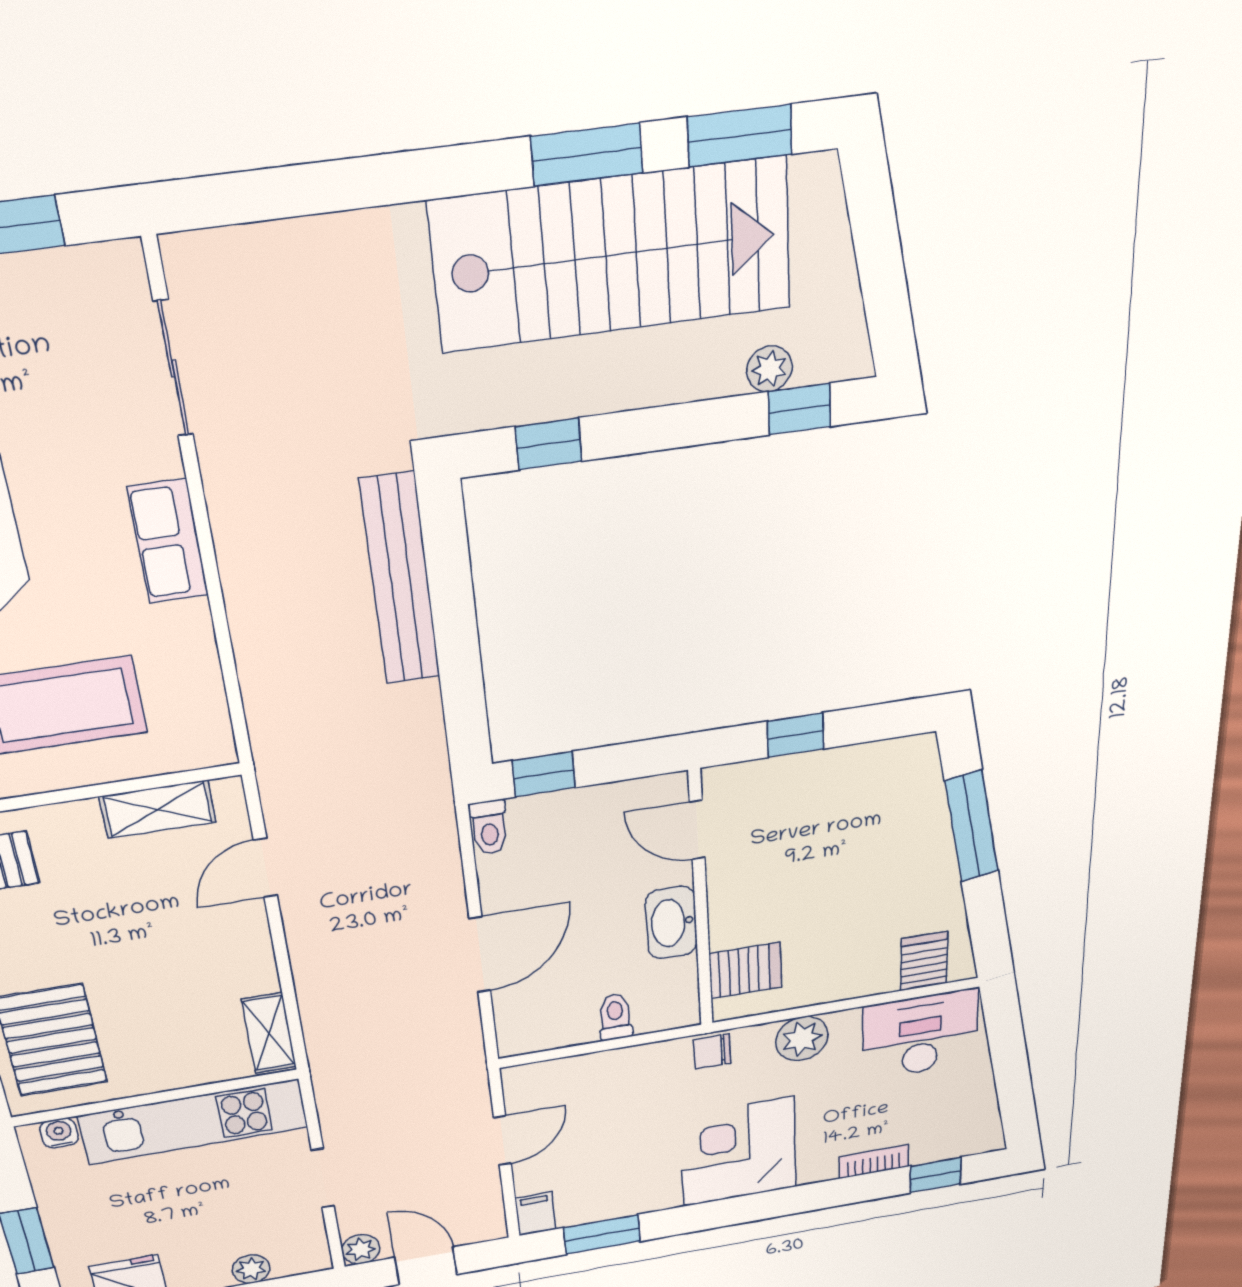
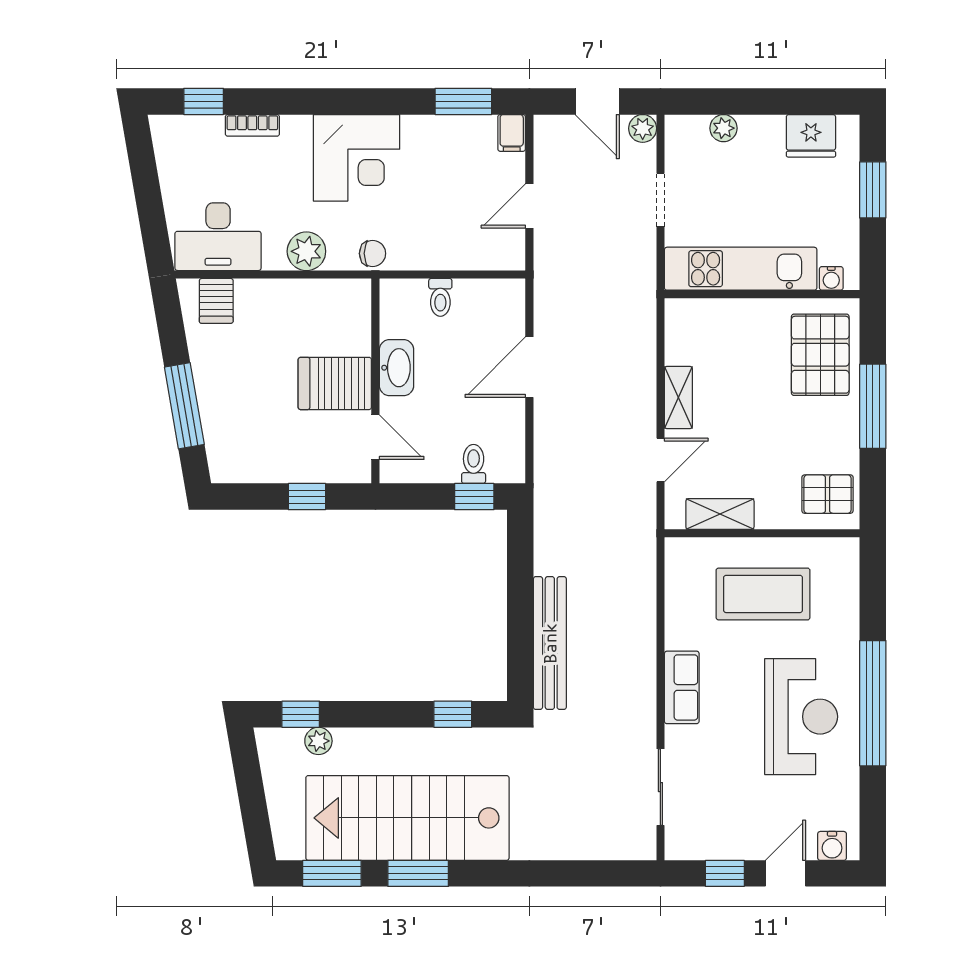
toilet: (489, 827) -> (474, 464), moved
server rack: (745, 970) -> (335, 383), moved, width x1.36, depth x1.44
shelving: (269, 1033) -> (678, 398), moved

